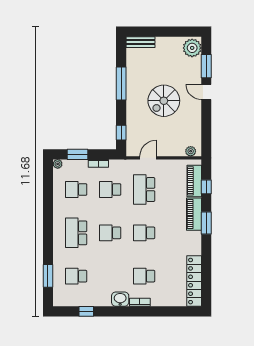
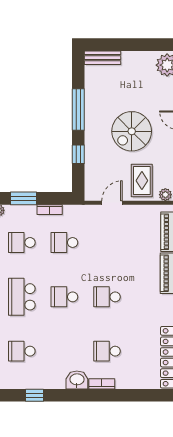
window: (121, 133) -> (78, 154), moved
rug: (172, 140) -> (142, 181), added
school desk: (144, 190) -> (107, 243), removed

